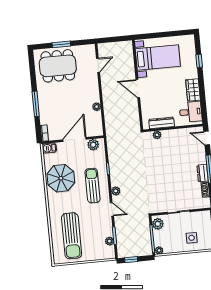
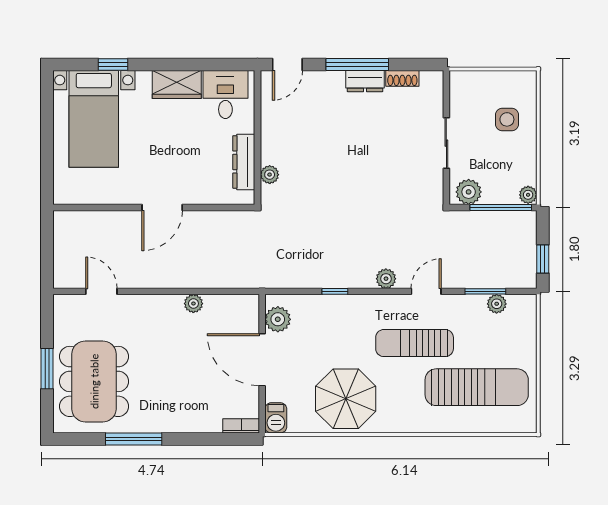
bed with nightstands: (158, 58) -> (94, 119), moved, turned 180
window: (36, 104) -> (134, 439), moved
sun lounger: (92, 186) -> (415, 343), moved

